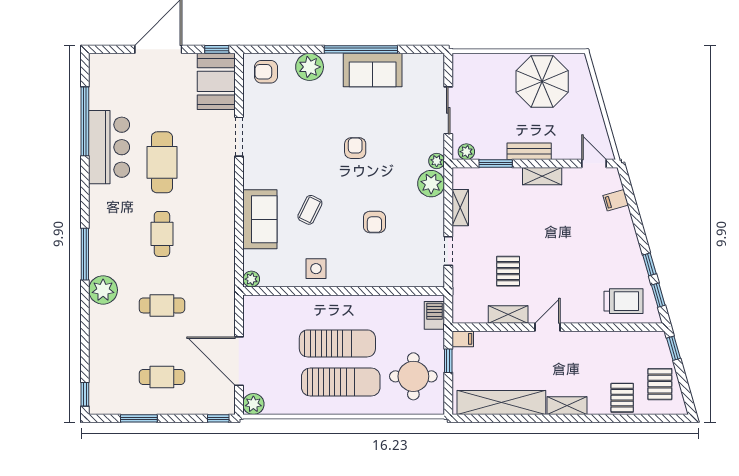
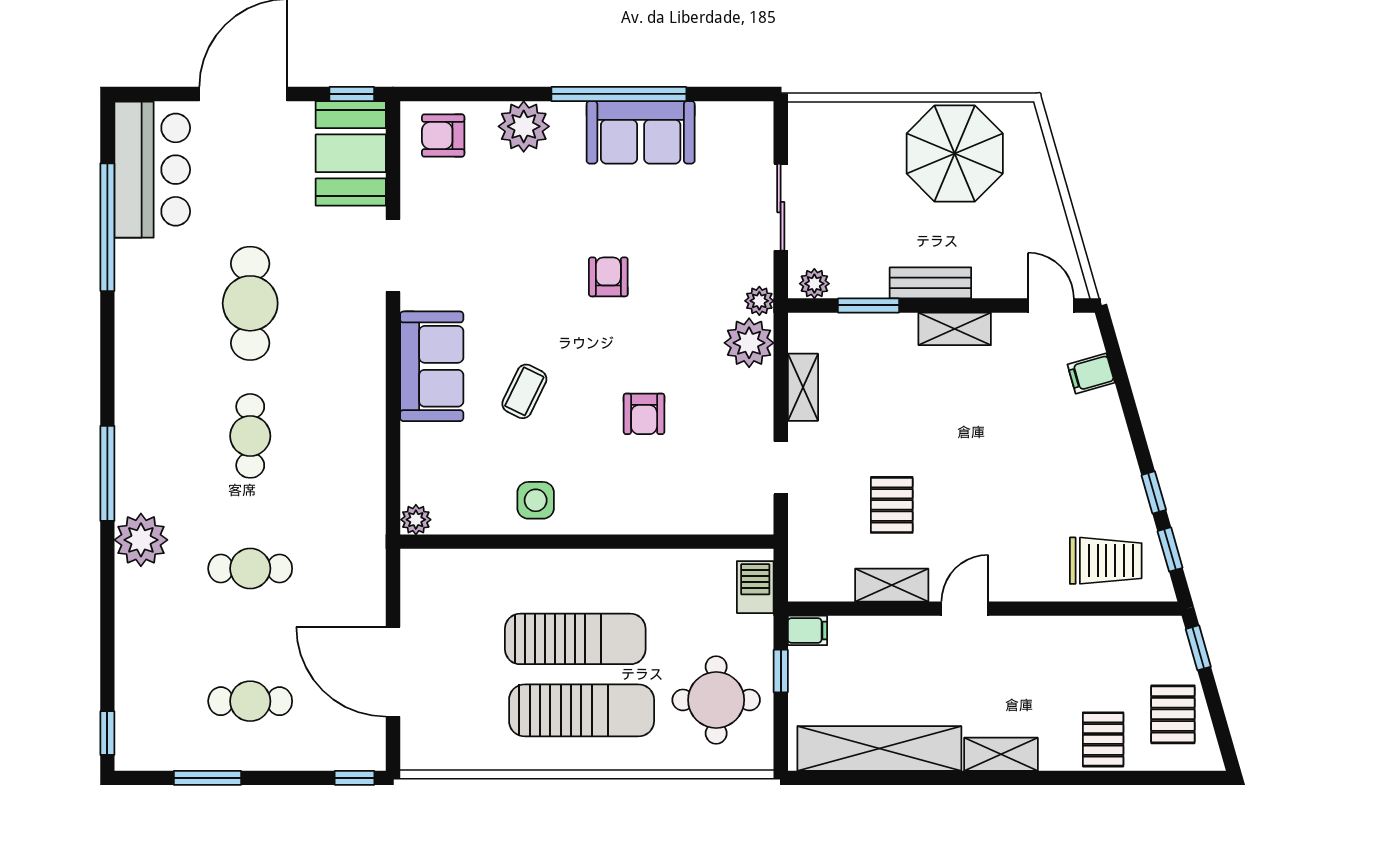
bar counter: (109, 147) -> (152, 170), moved
sofa: (260, 219) -> (432, 366), moved
plant: (253, 404) -> (420, 751), removed

